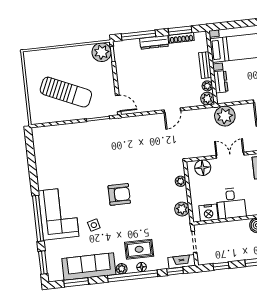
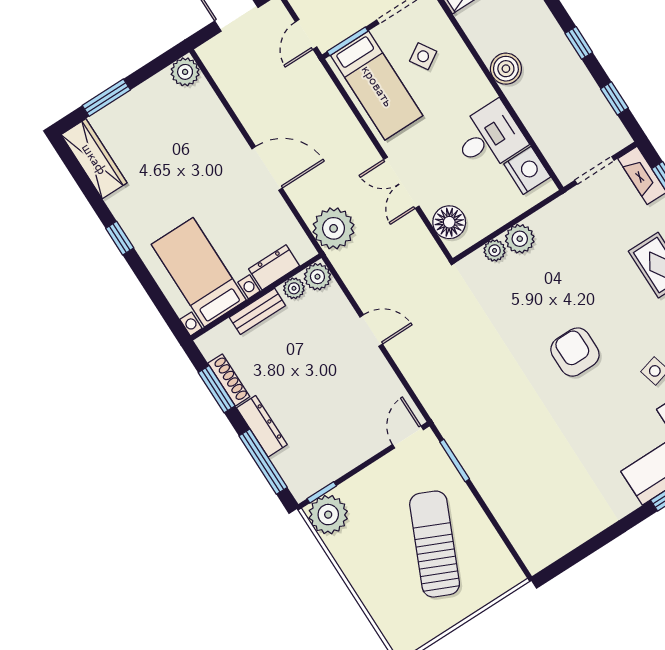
plant: (182, 209) -> (520, 239), moved

